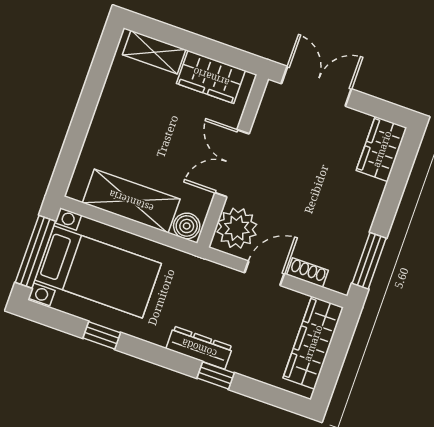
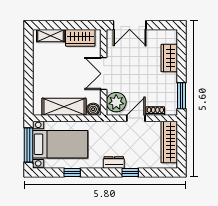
double door: (316, 86) -> (130, 25), swing flipped
wardrobe: (382, 149) -> (169, 58), moved
dresser: (199, 348) -> (114, 162), width x0.70

